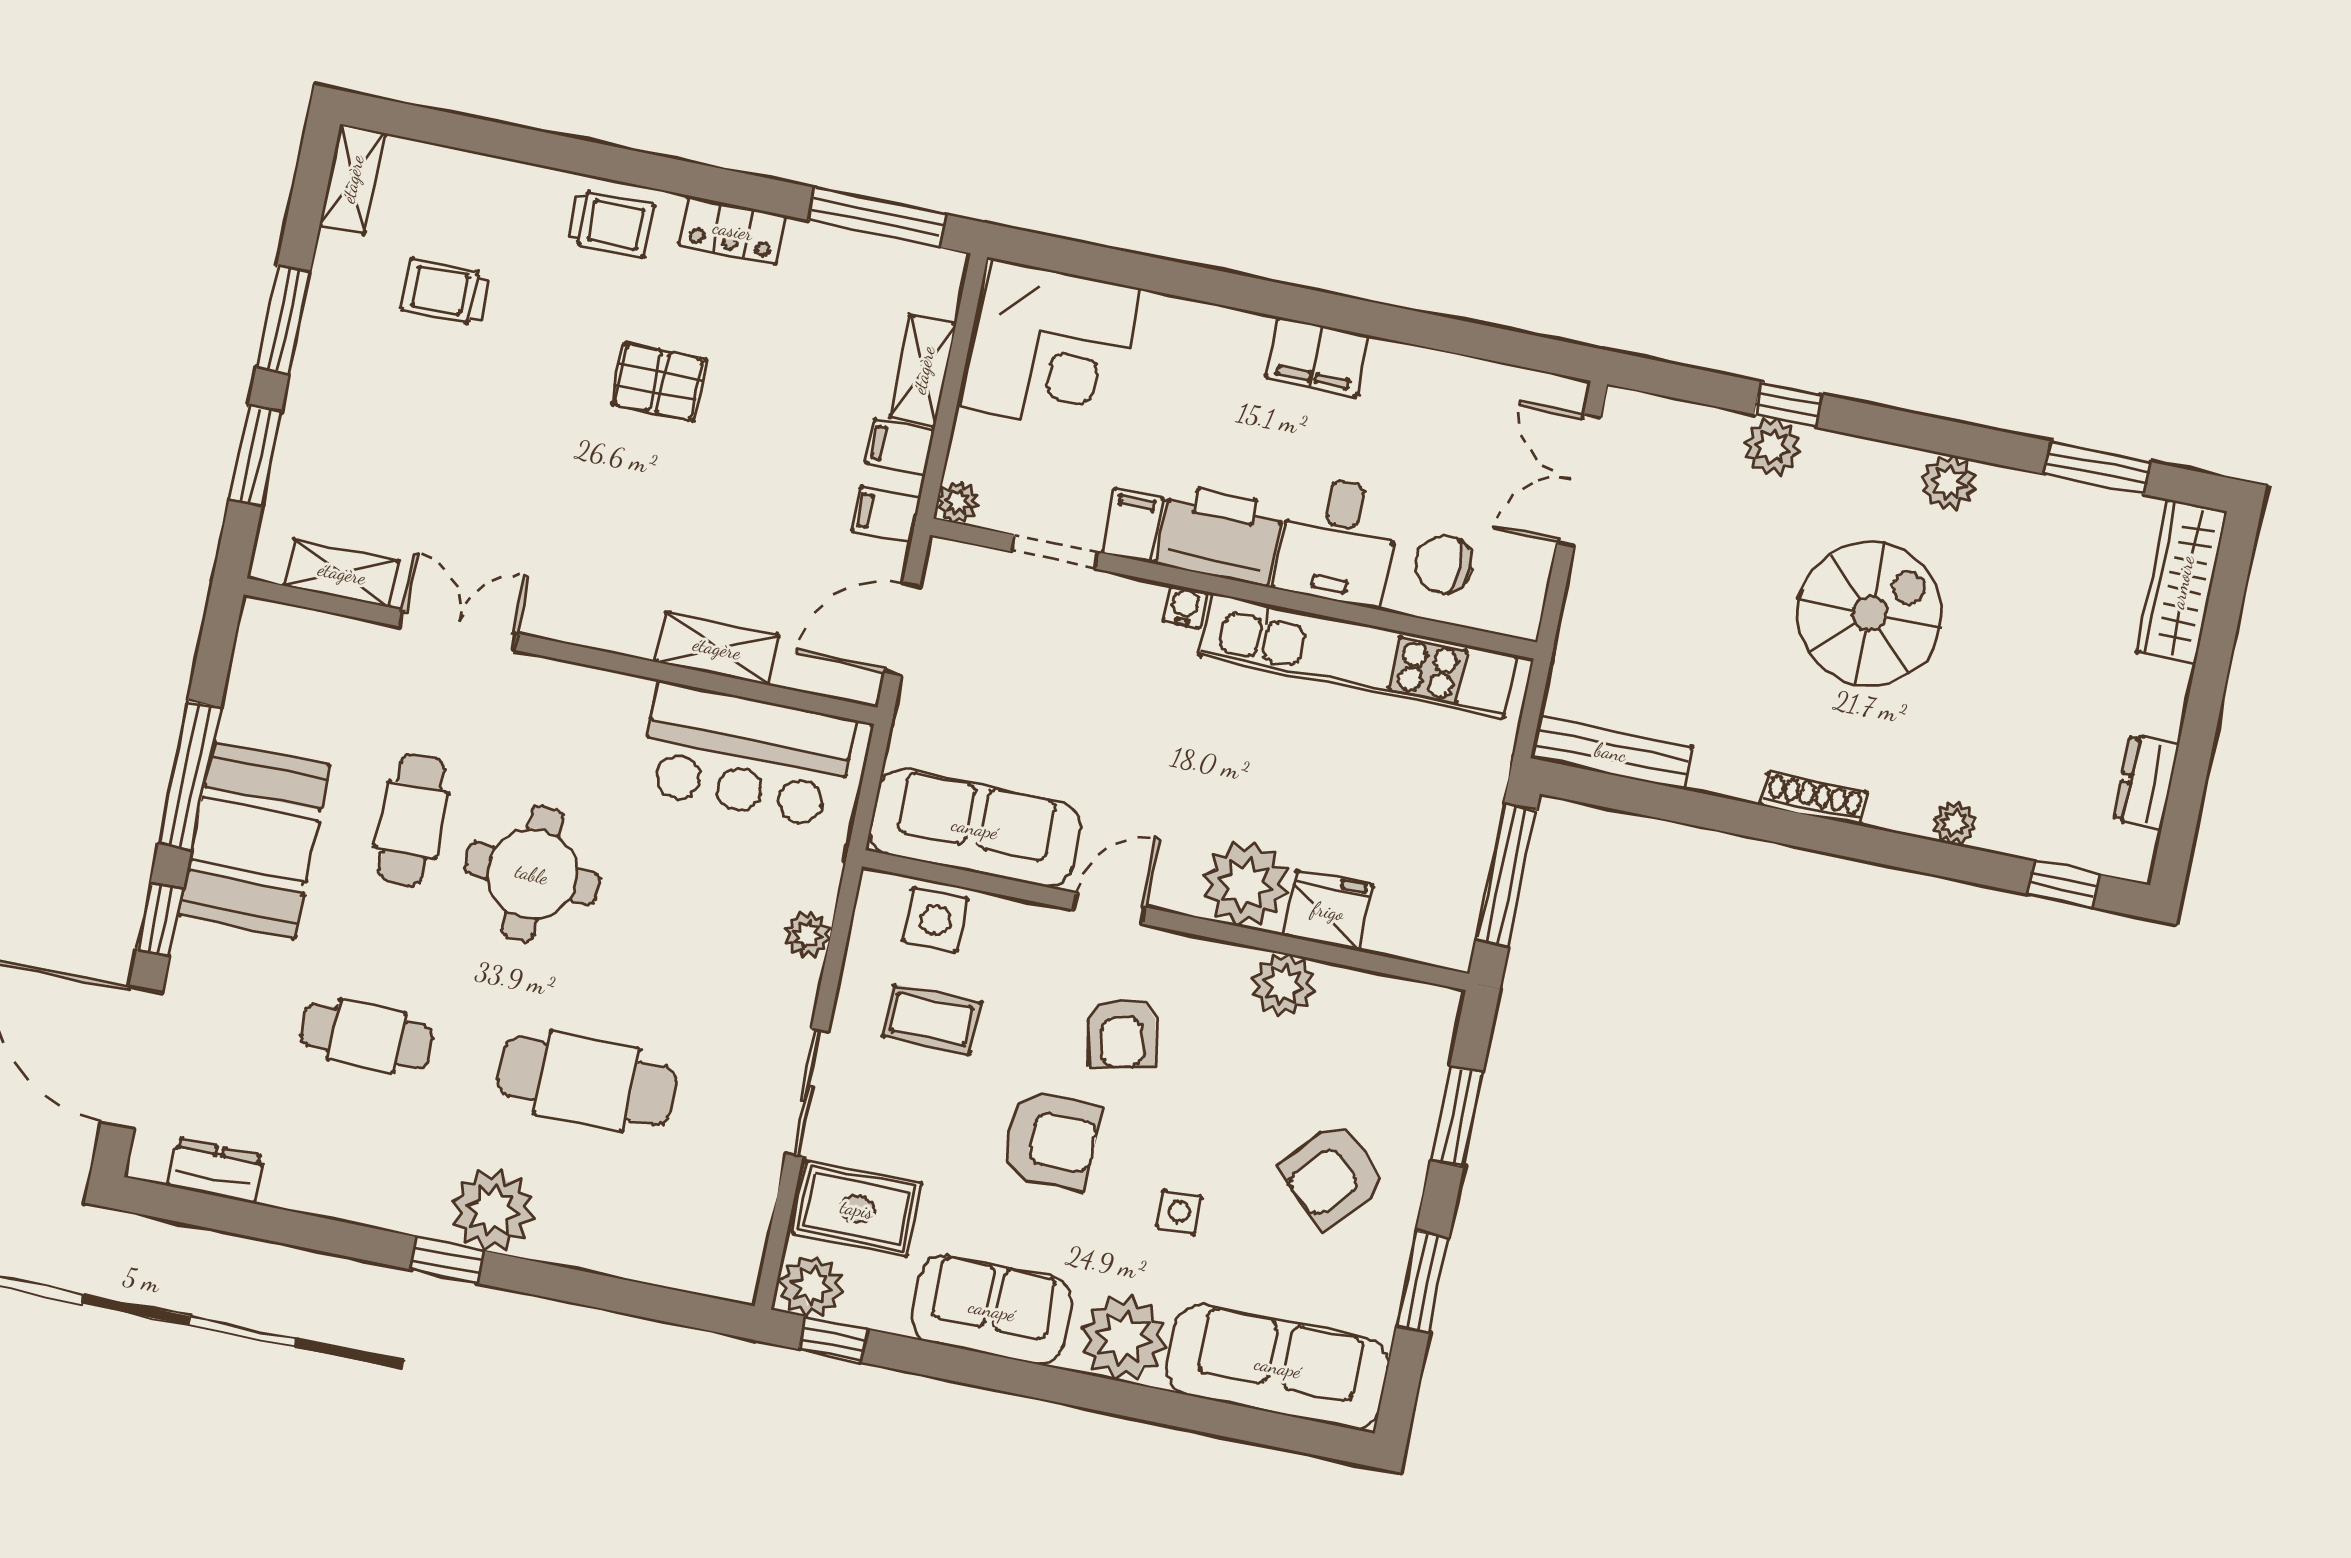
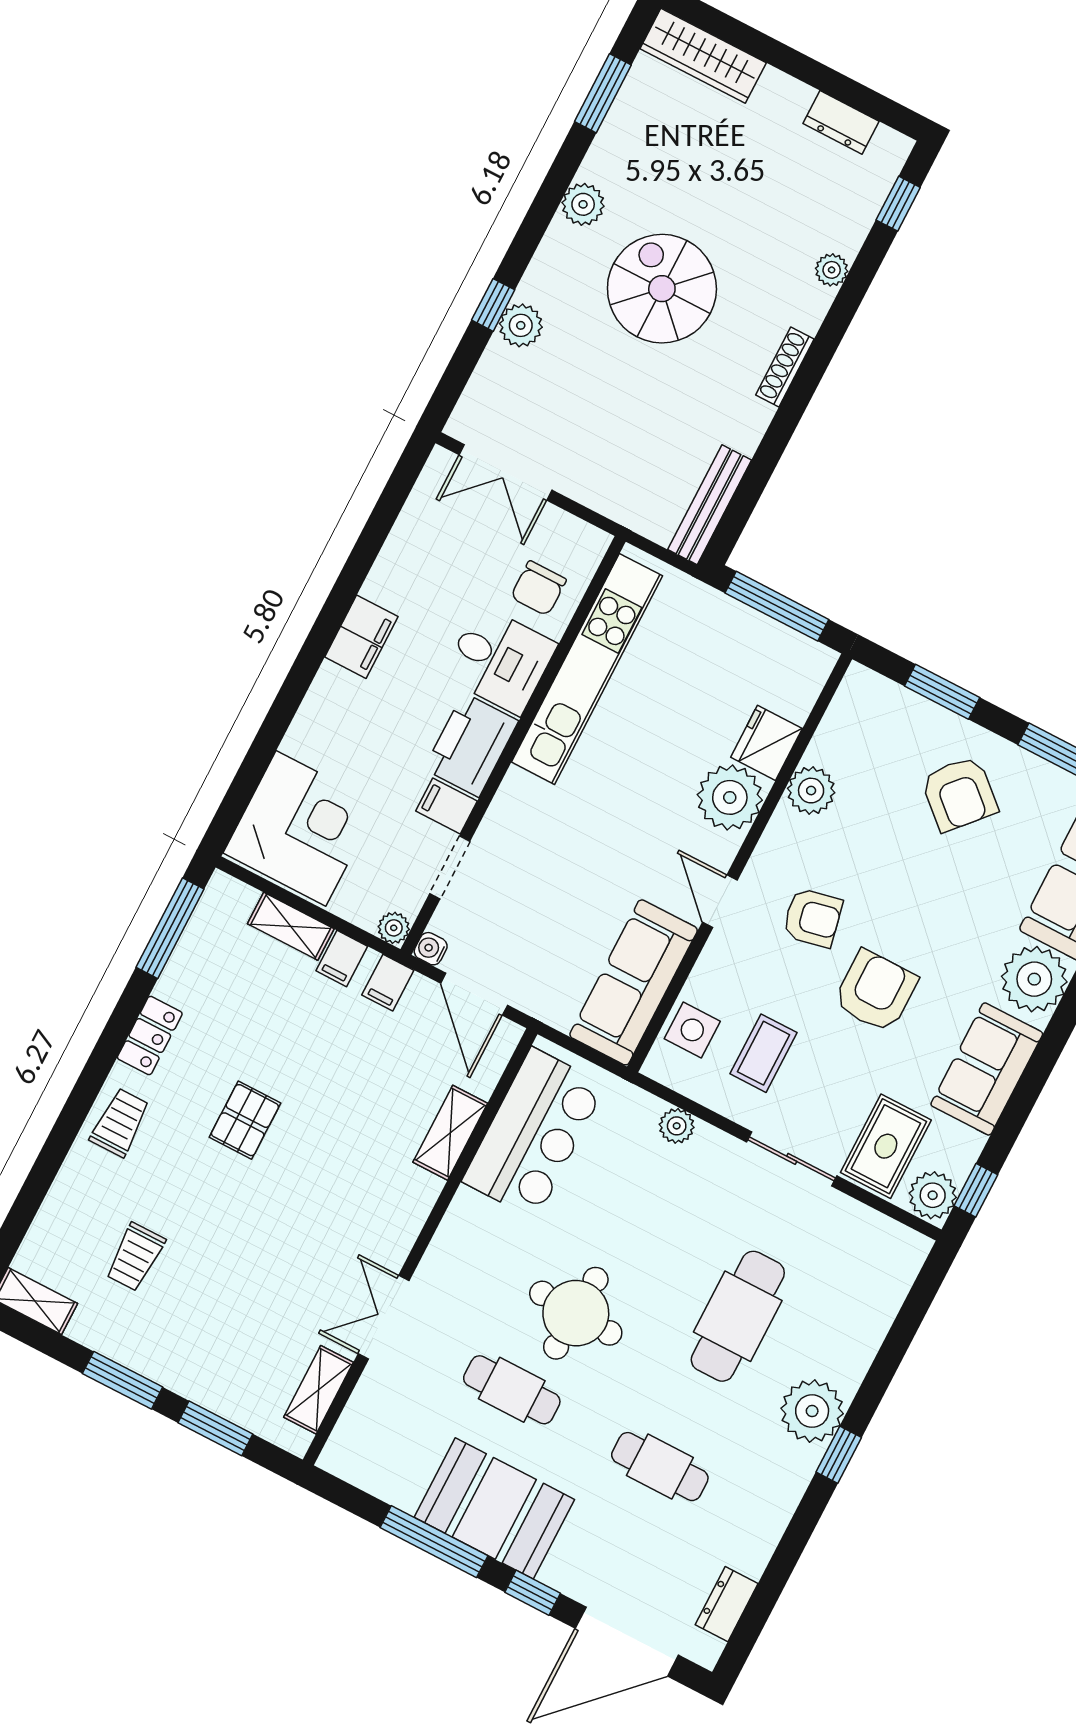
water cooler: (1185, 606) -> (431, 949), moved
cafe table: (367, 1036) -> (660, 1467), turned 90
side table: (1179, 1212) -> (954, 913), removed

